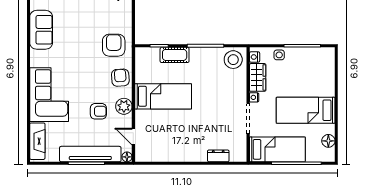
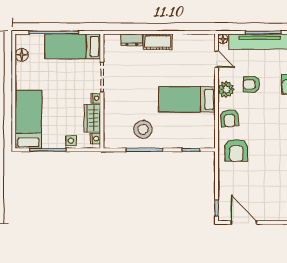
cot: (175, 55) -> (158, 42), moved
stool: (233, 60) -> (143, 129), moved
bed: (306, 110) -> (28, 119), moved, turned -90

